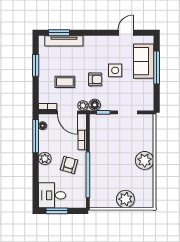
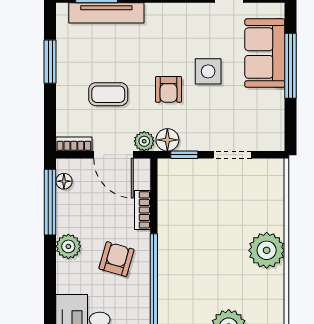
armchair: (95, 79) -> (168, 89), turned 90

